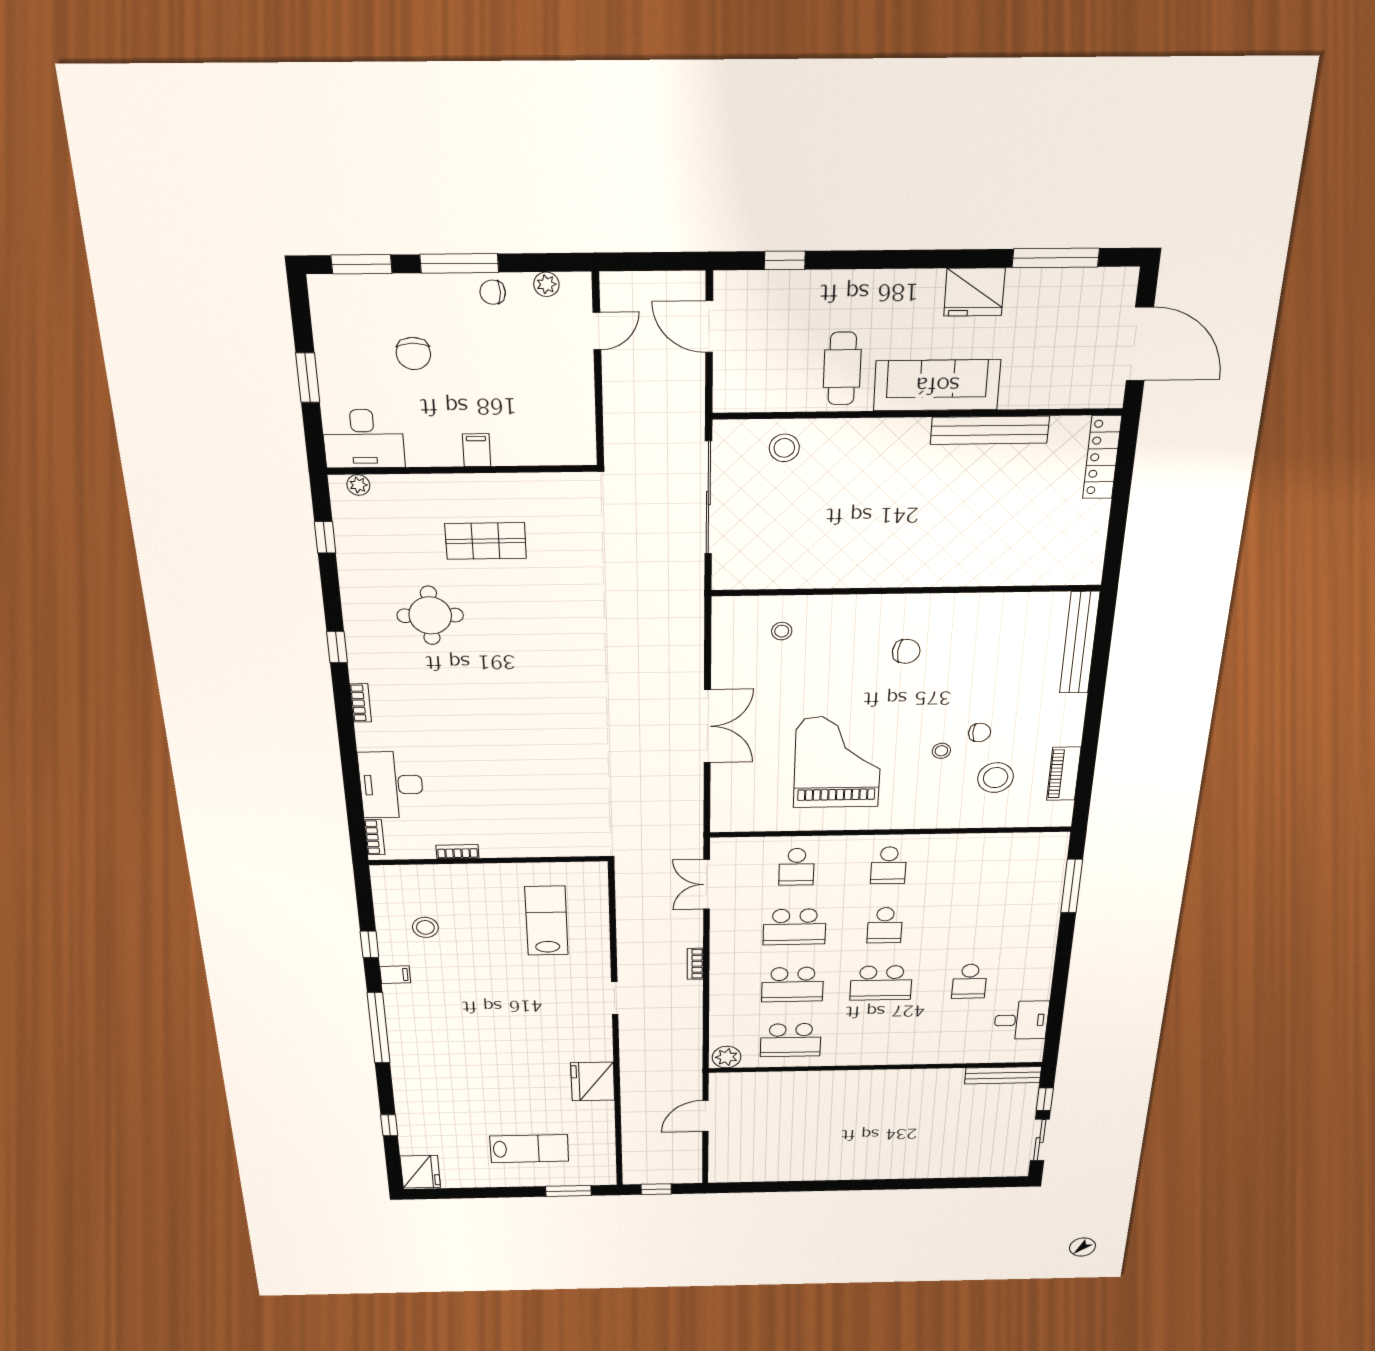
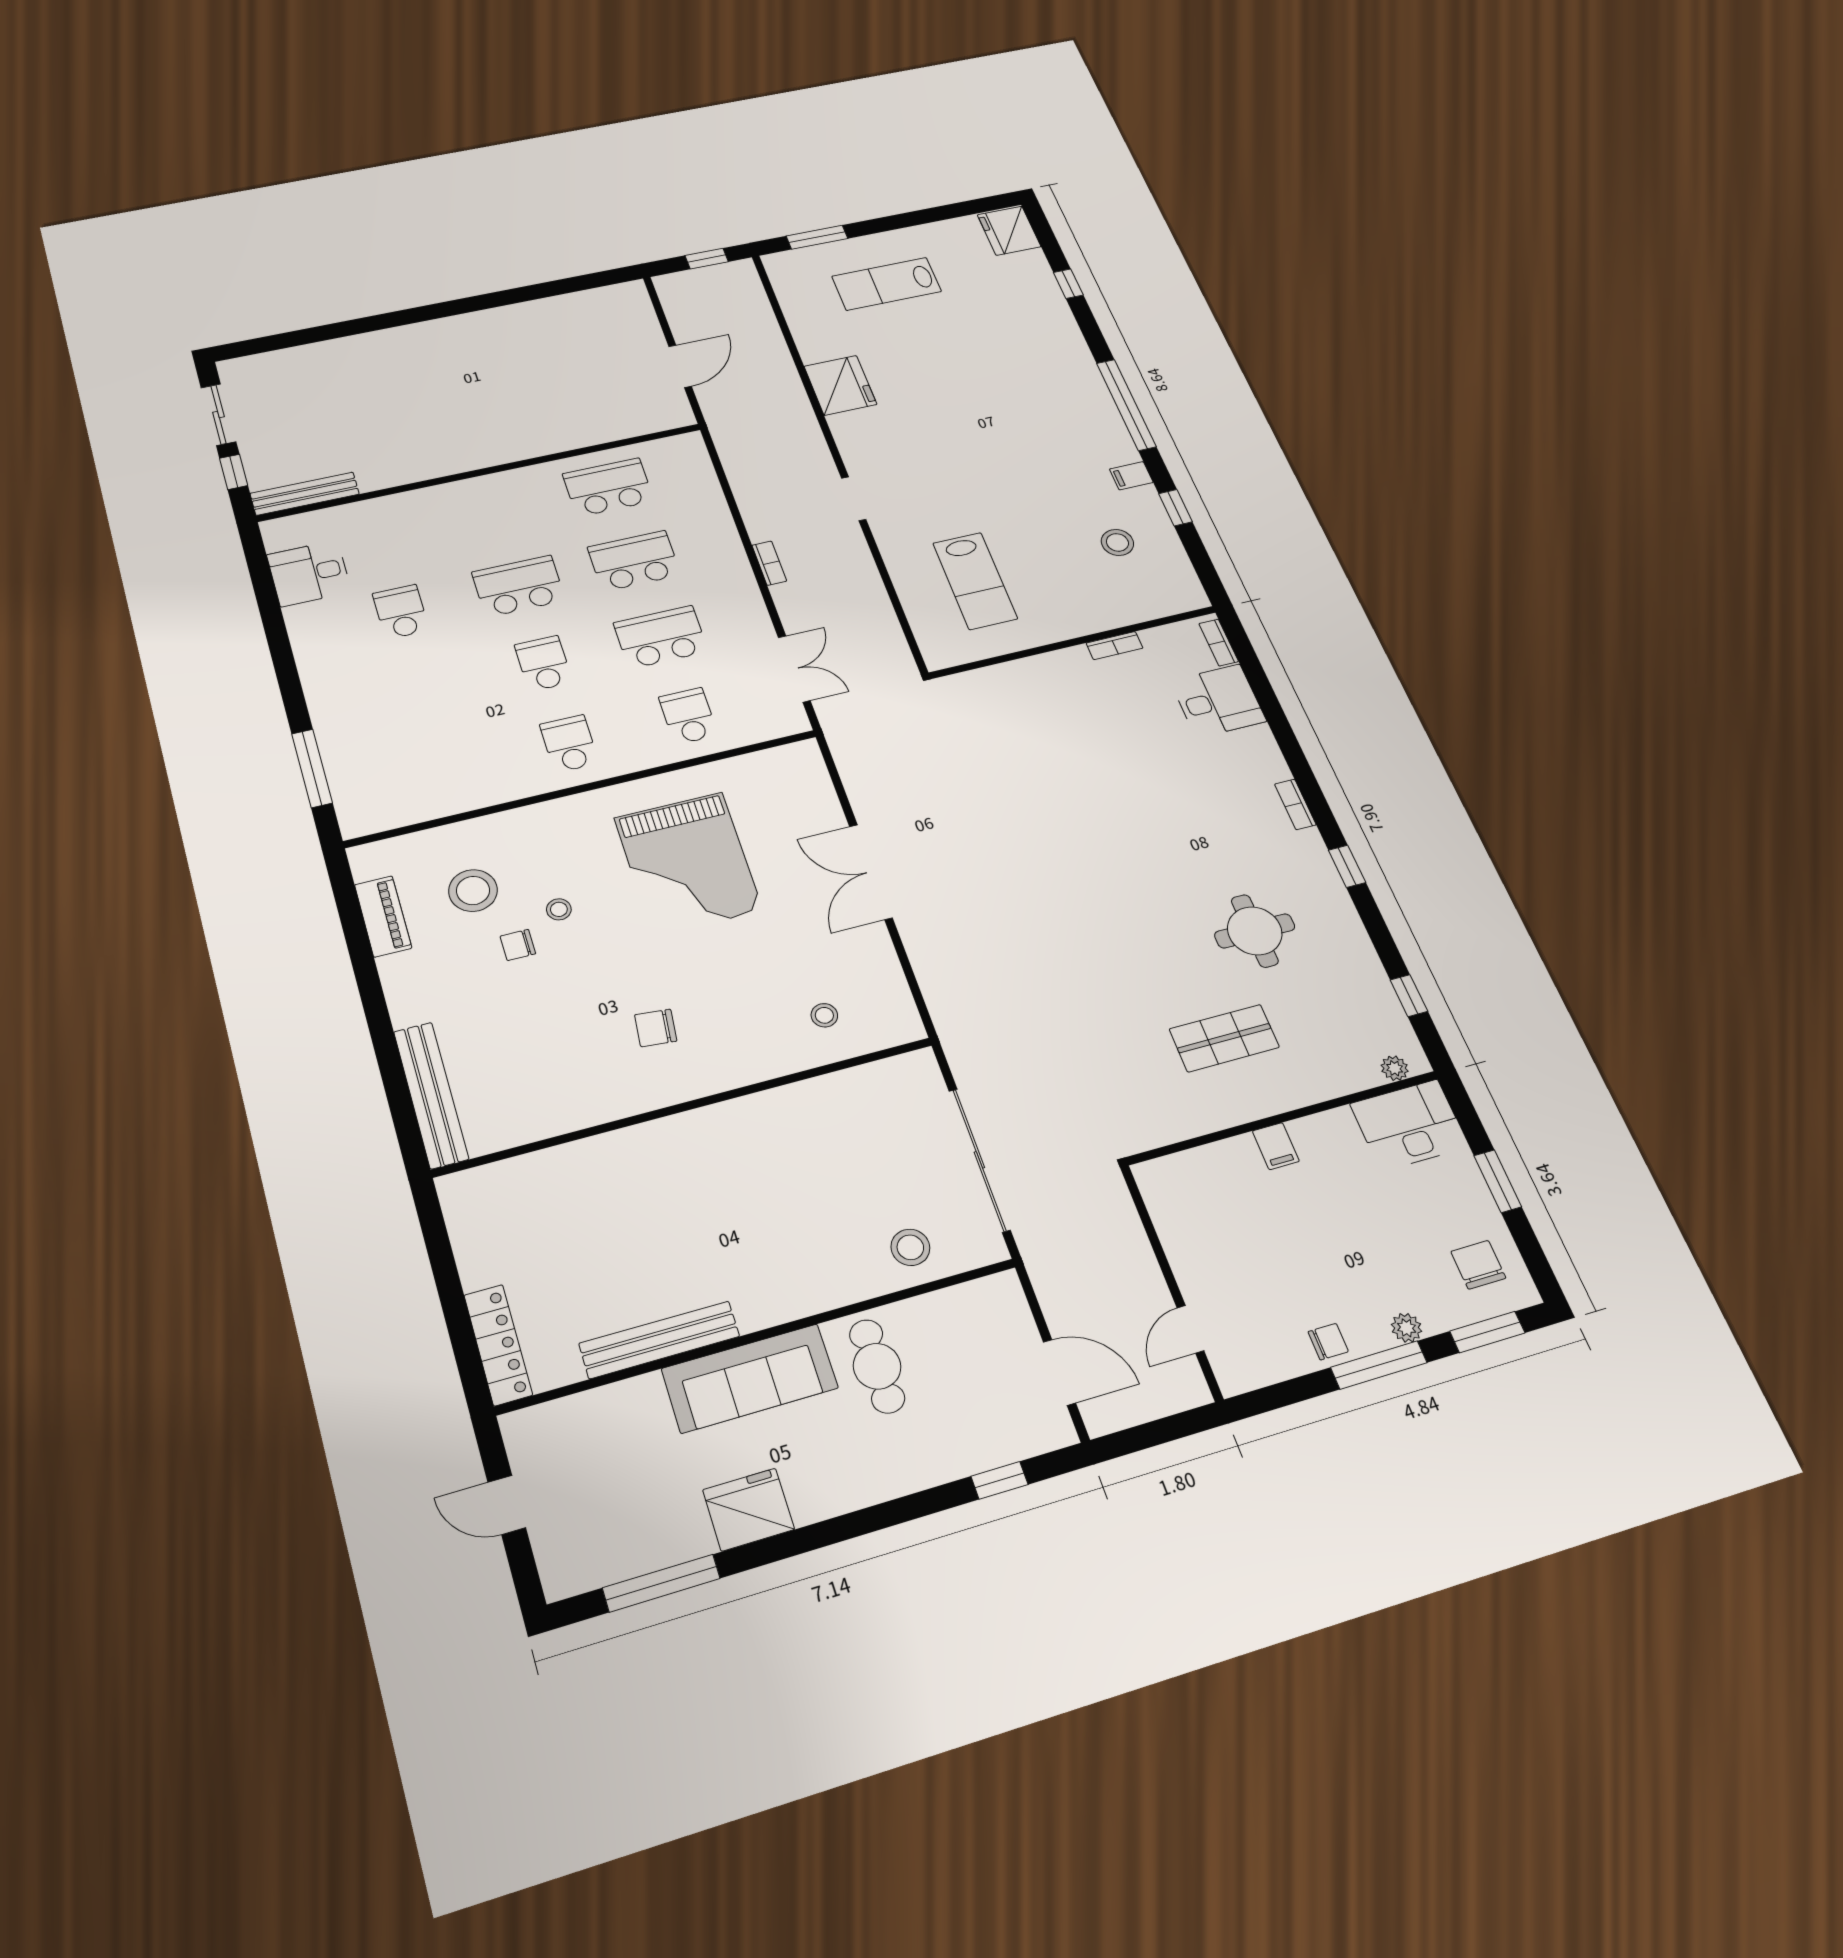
plant: (546, 284) -> (1407, 1328), moved
door: (1140, 344) -> (507, 1505), width x0.53
chair: (413, 354) -> (1478, 1265), moved
desk: (391, 785) -> (1218, 701), width x0.73
plant: (727, 1057) -> (683, 449), removed

